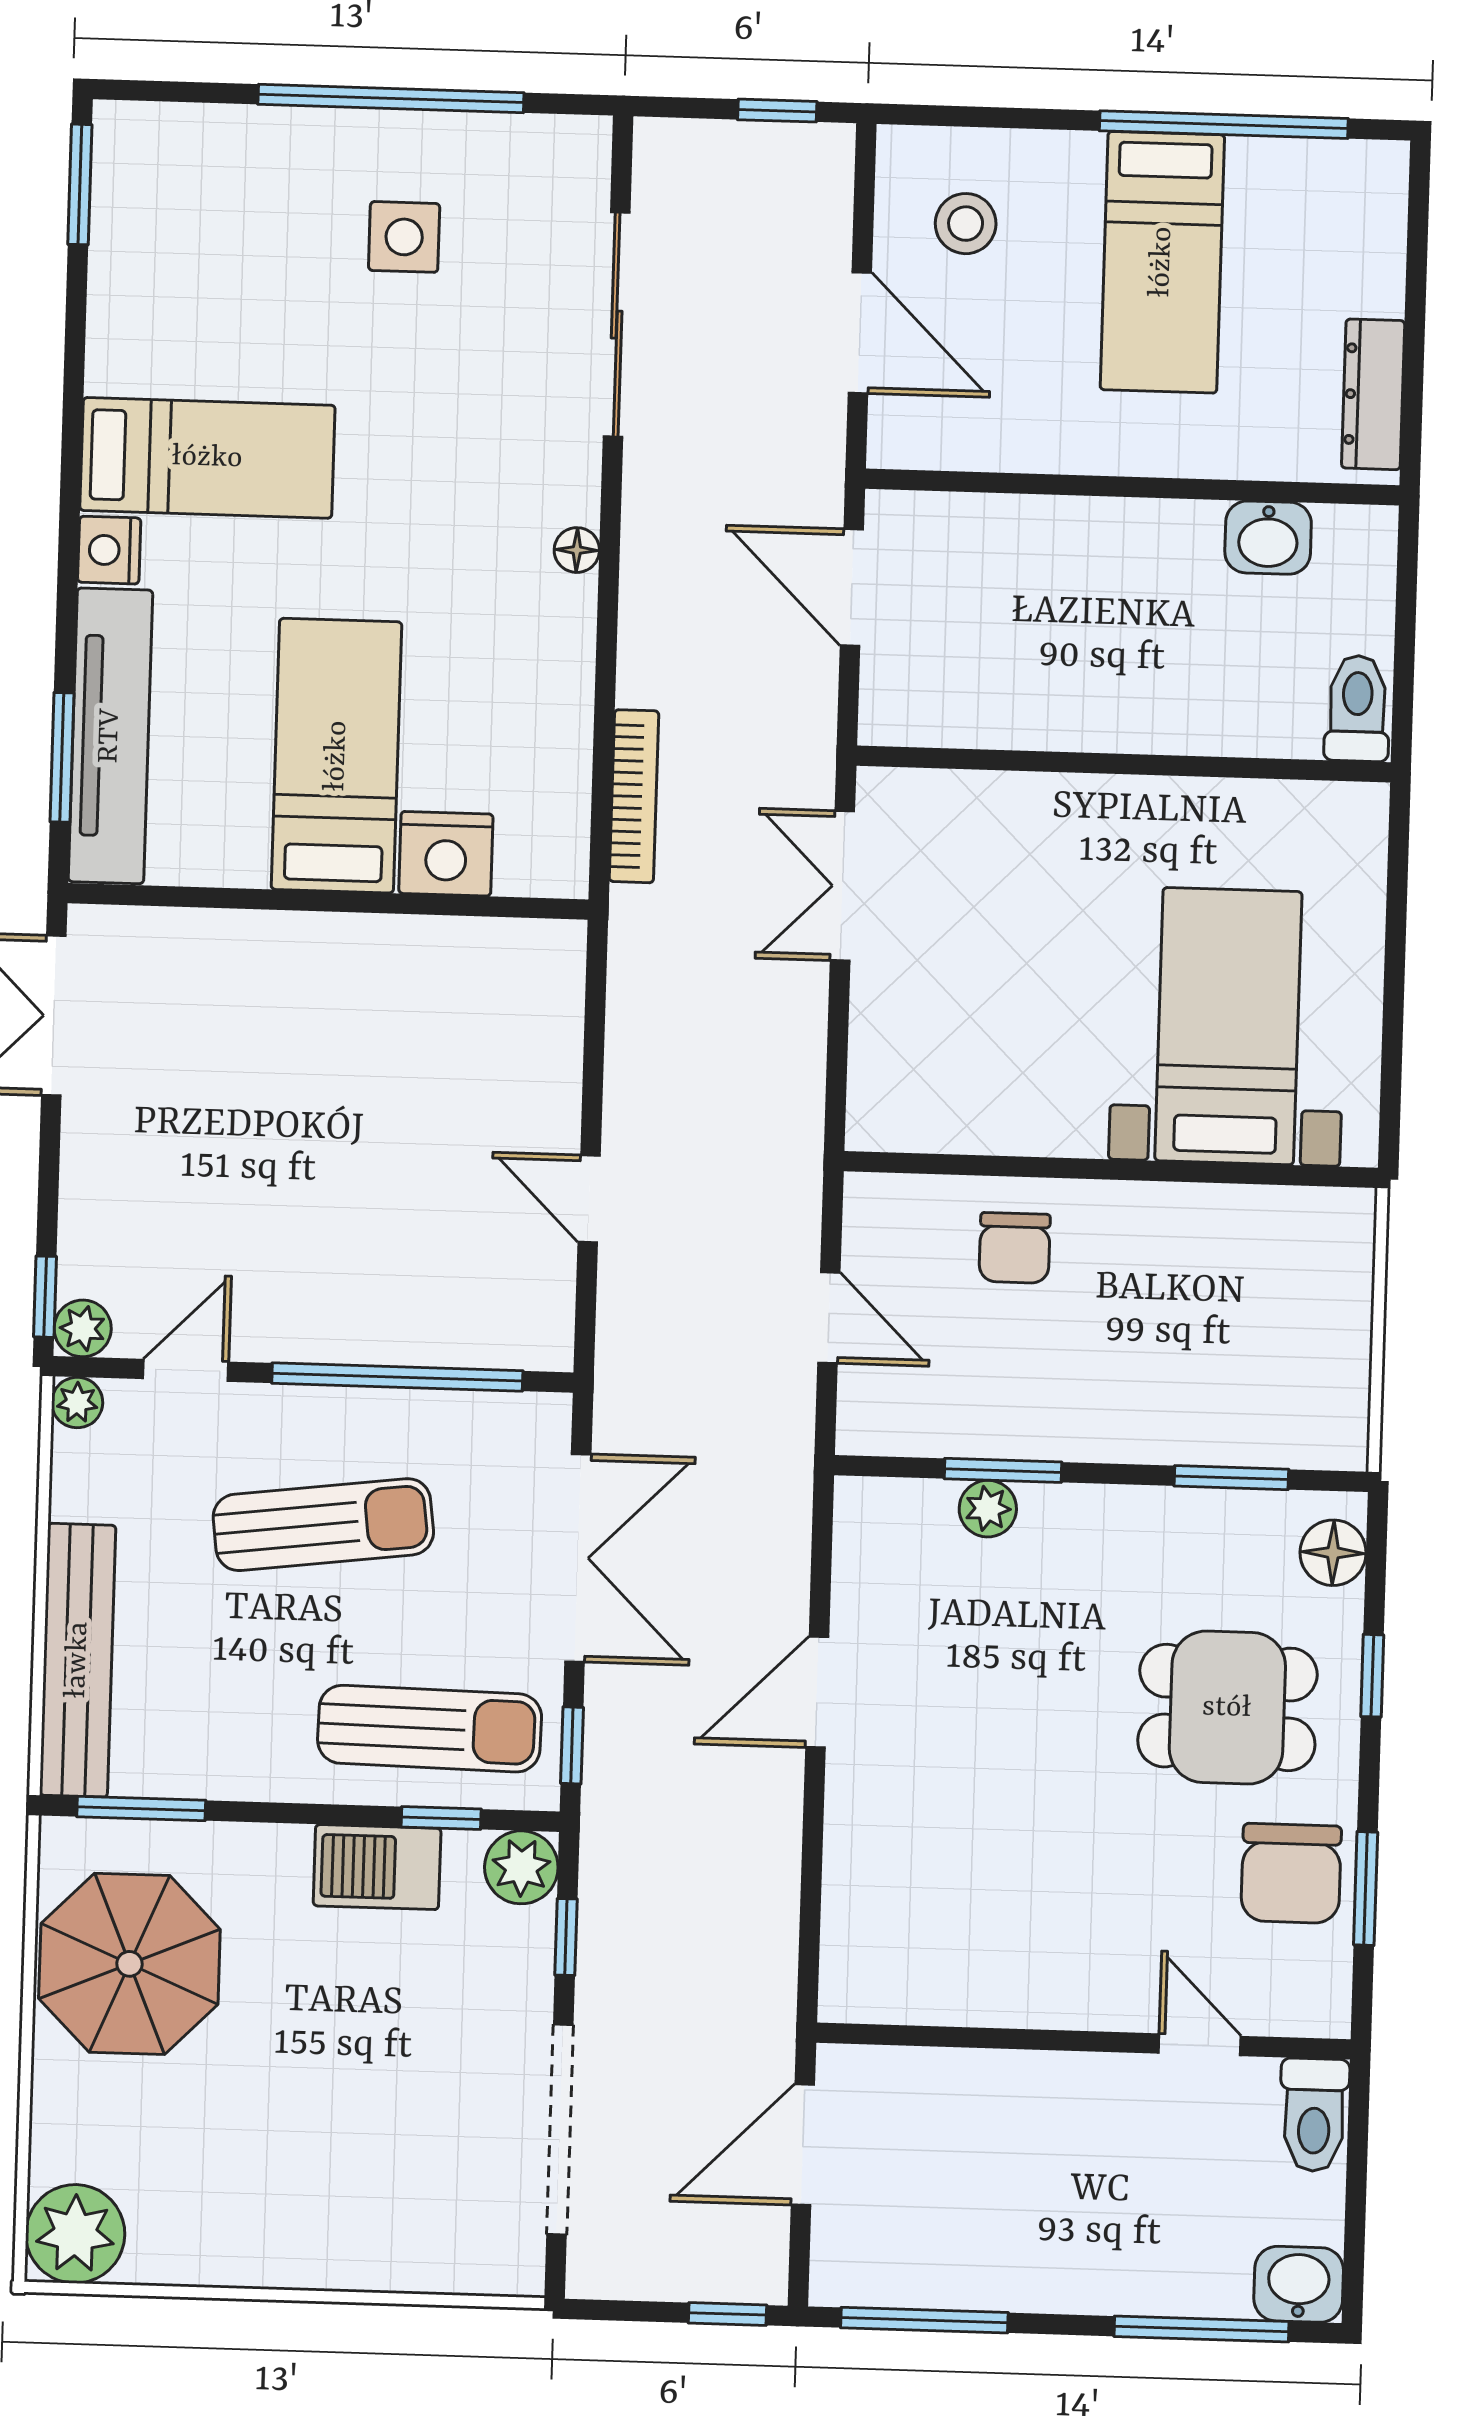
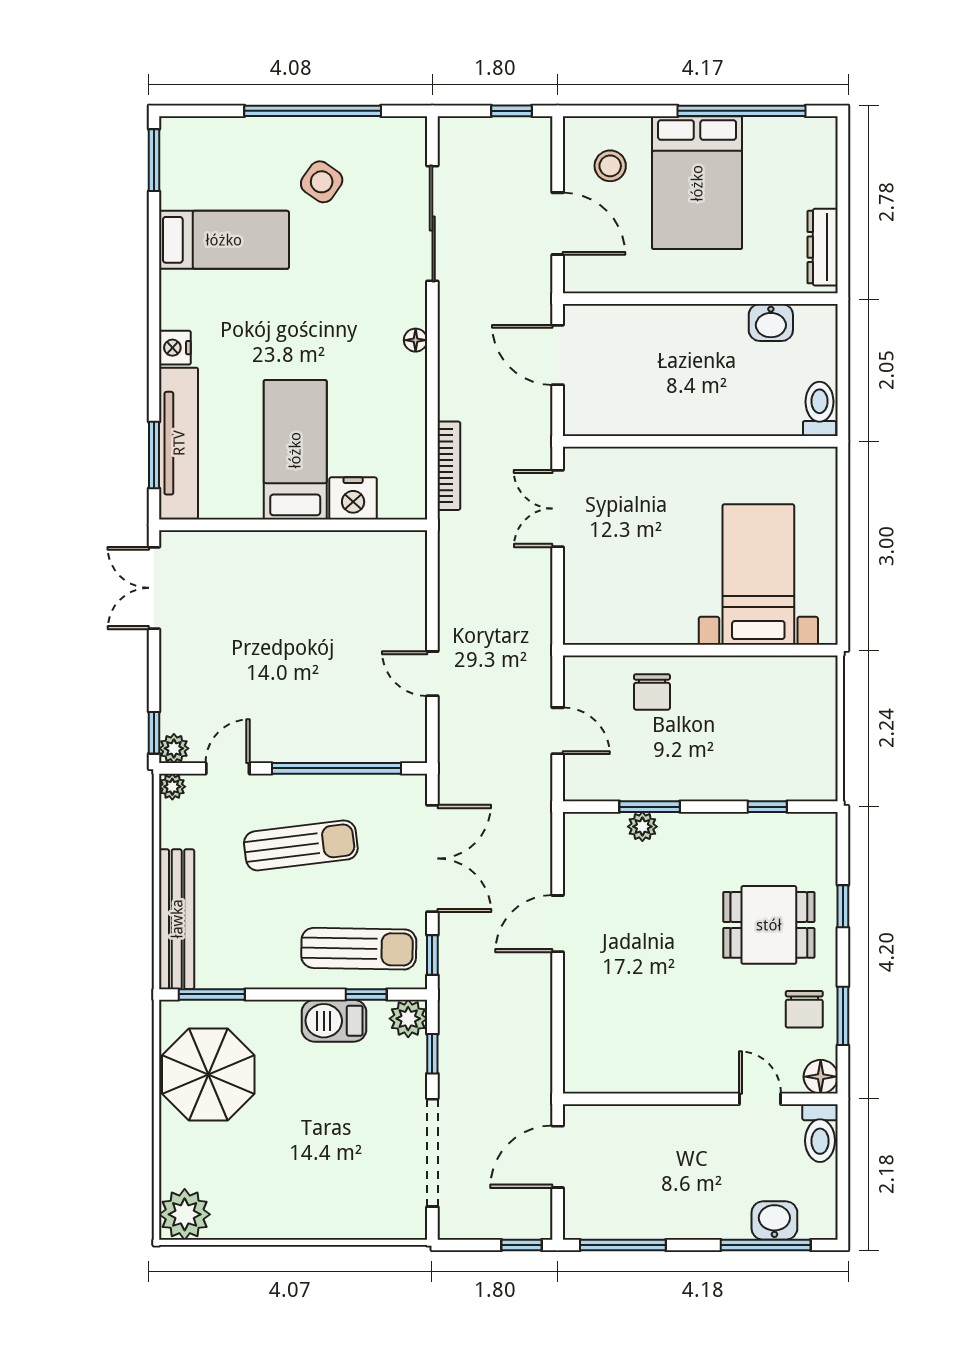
side table: (404, 237) -> (322, 182), turned 35
bed: (1162, 262) -> (697, 183), width x1.50
bed: (207, 458) -> (224, 240), moved
window: (1231, 1478) -> (767, 807), width x0.67
floor lamp: (1333, 1553) -> (821, 1077), moved
chair: (1291, 1873) -> (804, 1009), width x0.73, depth x0.73
washbasin: (1299, 2284) -> (774, 1221), moved

